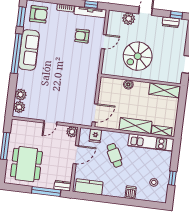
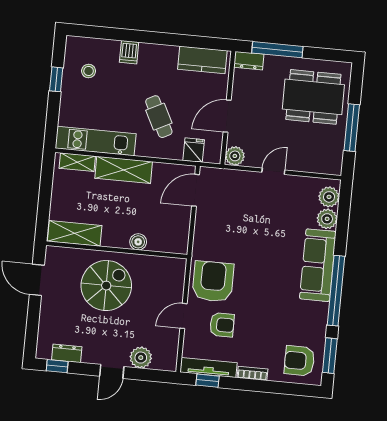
sofa: (29, 50) -> (318, 265), moved
spiral stairs: (138, 56) -> (106, 286), moved
armchair: (86, 61) -> (213, 281), added
dining table: (26, 164) -> (313, 97), turned 90

